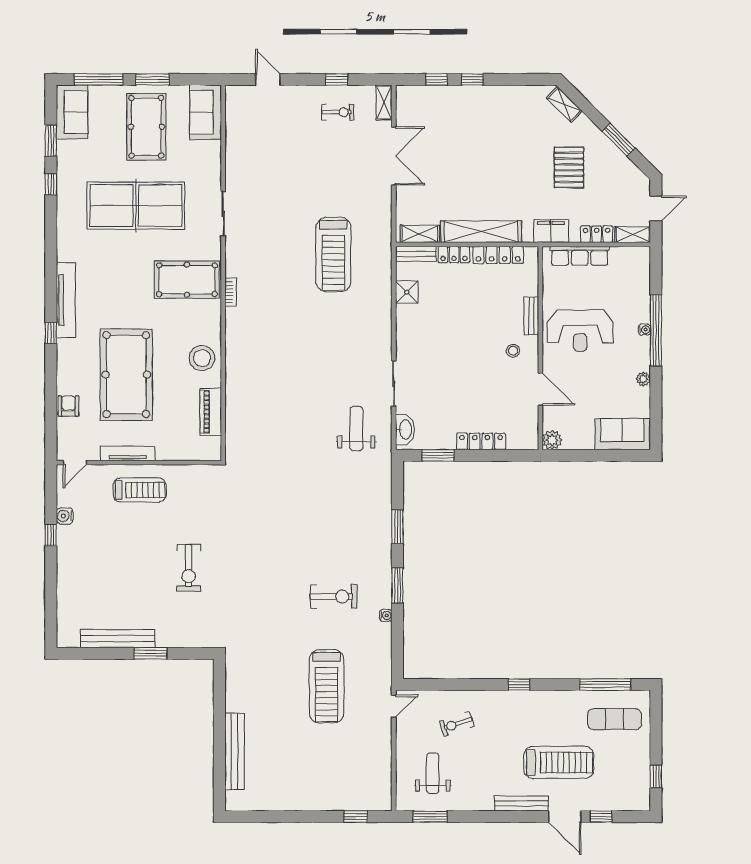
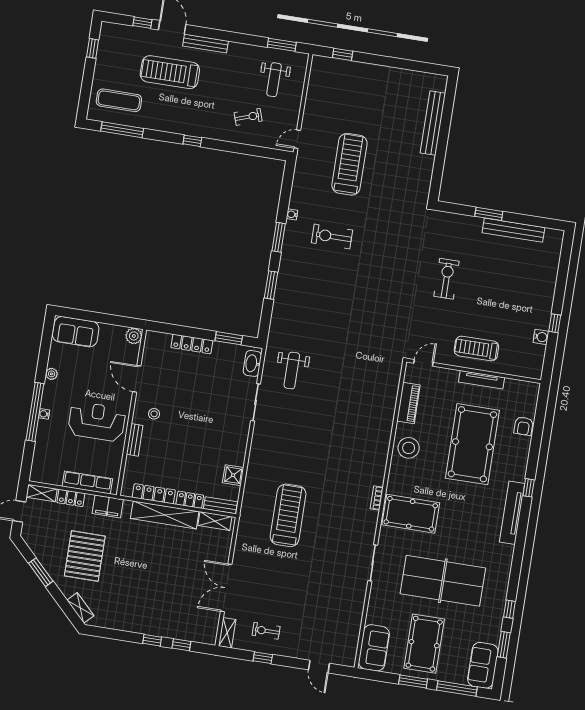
pallet: (569, 167) -> (85, 556), width x1.37, depth x1.41
door: (75, 463) -> (424, 363), moved

